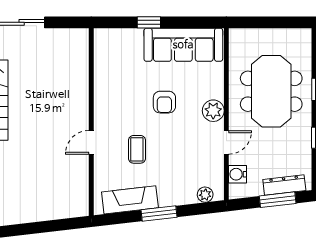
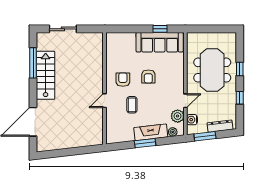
window: (149, 22) -> (160, 29), moved
armchair: (122, 107) -> (123, 80), added
plant: (213, 111) -> (178, 116), moved
fireplace: (130, 200) -> (151, 132), moved
window: (278, 200) -> (205, 136), moved

